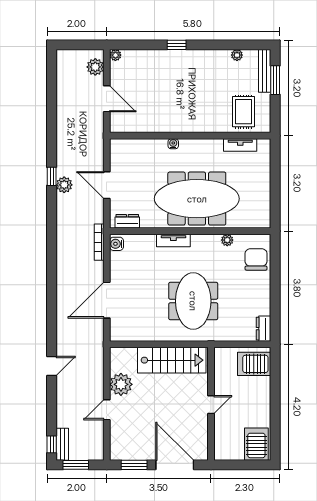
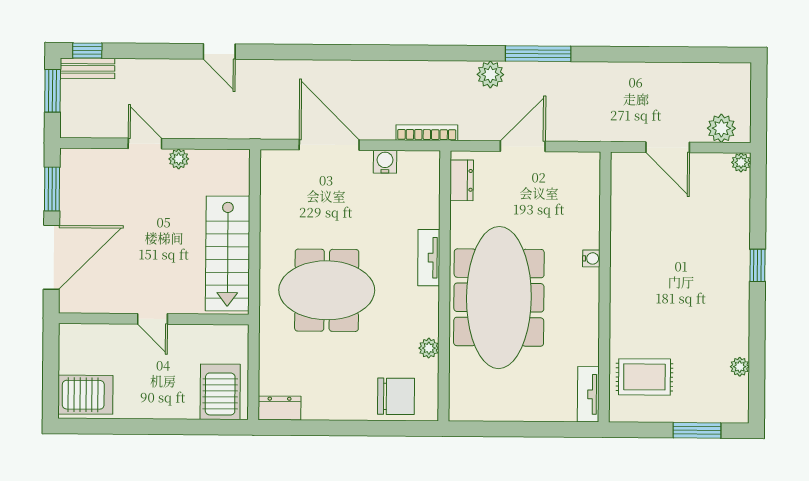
bench: (265, 71) -> (713, 413), removed
door: (107, 99) -> (668, 147), hinge flipped
tv unit: (240, 145) -> (588, 394), moved
window: (52, 176) -> (538, 54), width x2.17
plant: (64, 185) -> (490, 74), moved
water cooler: (117, 244) -> (385, 162), moved
plant: (121, 384) -> (179, 159), width x0.53, depth x0.53

